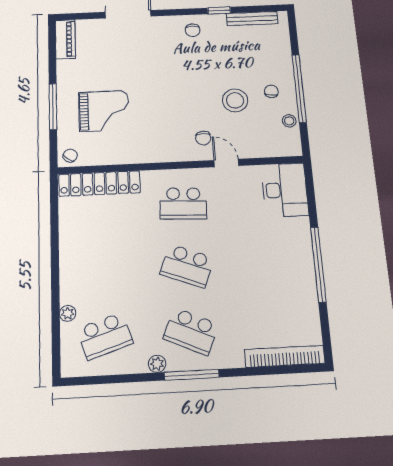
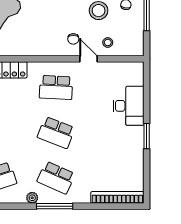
stool: (289, 121) -> (108, 42), moved
desk: (285, 190) -> (128, 106), moved
window: (318, 264) -> (147, 136), width x0.47

